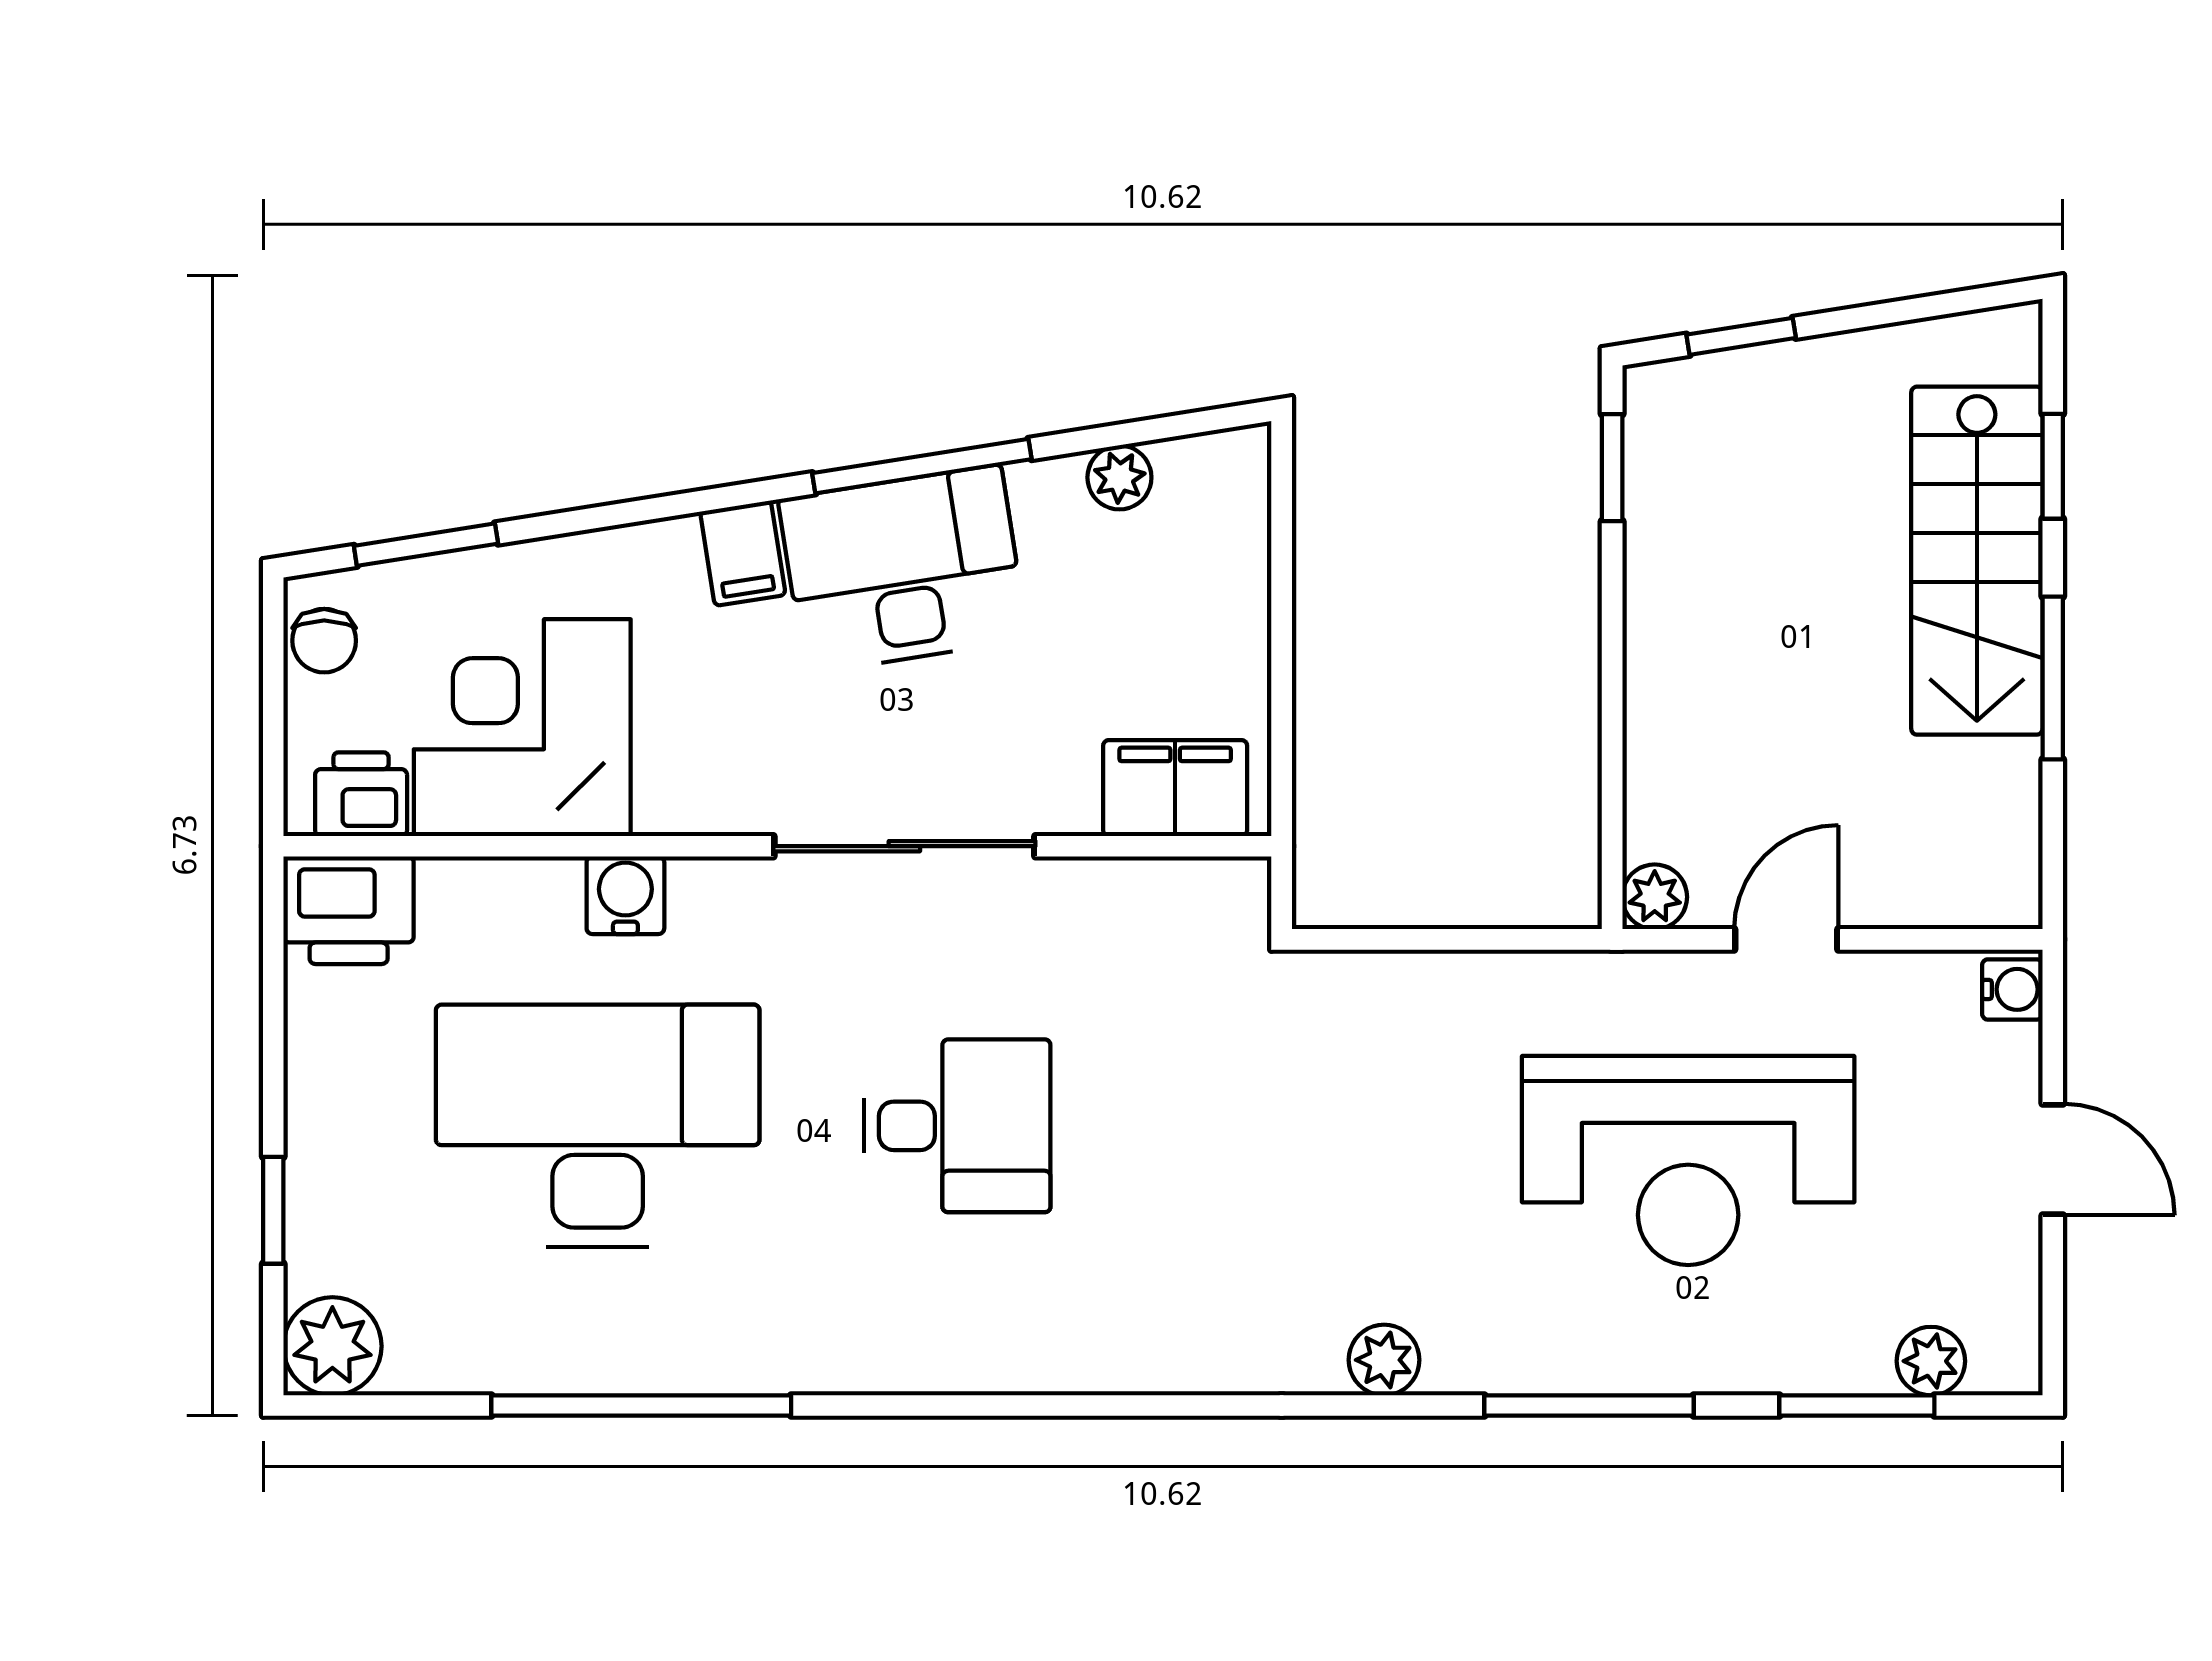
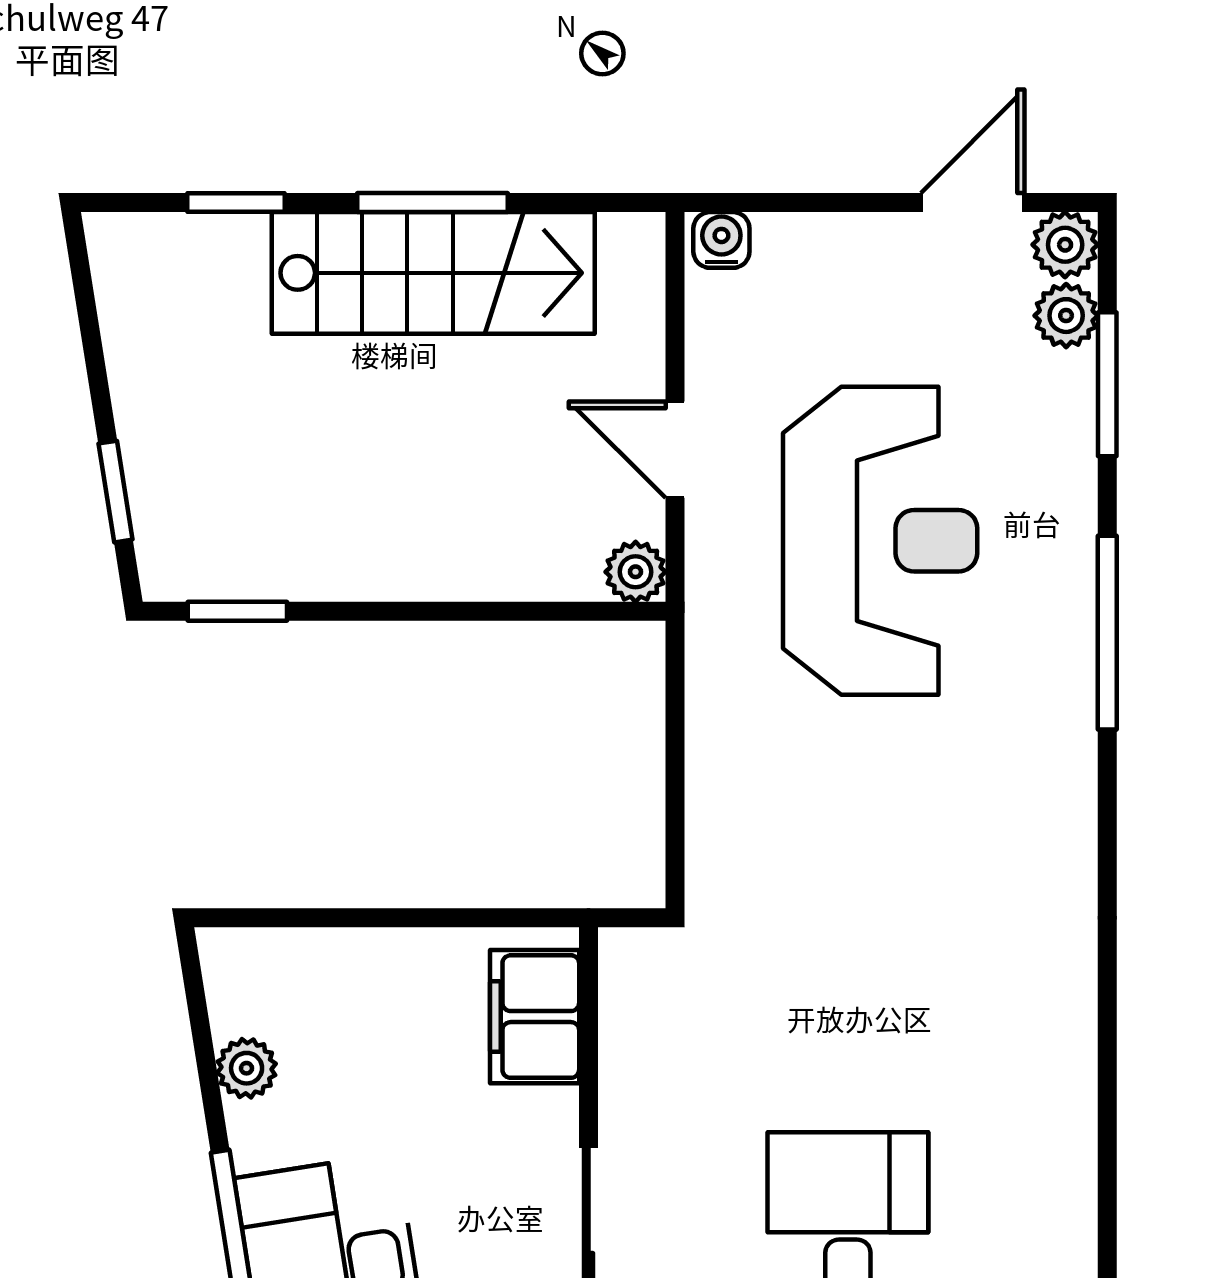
stairs: (1977, 561) -> (433, 273), moved
door: (2053, 1160) -> (973, 203), moved
plant: (1384, 1360) -> (1065, 245), moved

